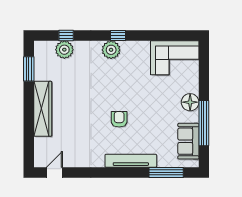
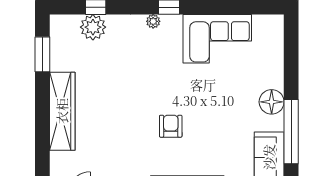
plant: (111, 50) -> (153, 21), width x0.53, depth x0.53
corner sofa: (175, 58) -> (217, 39), moved

